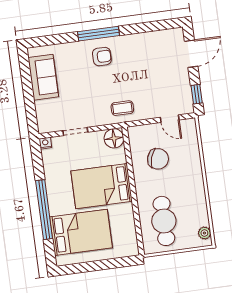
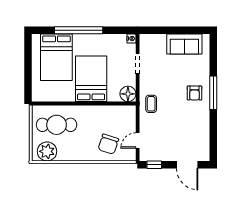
chair: (158, 159) -> (108, 144), moved
plant: (204, 233) -> (47, 151), width x1.87, depth x1.87

